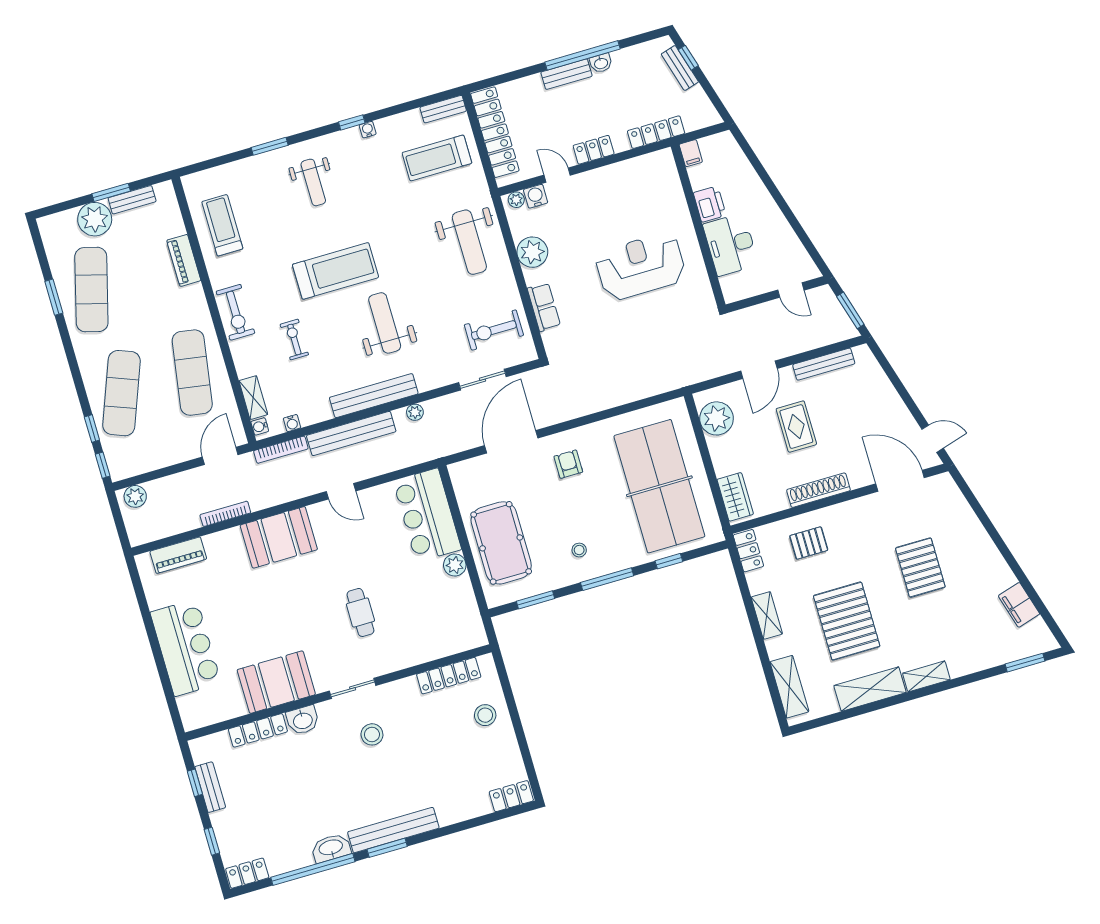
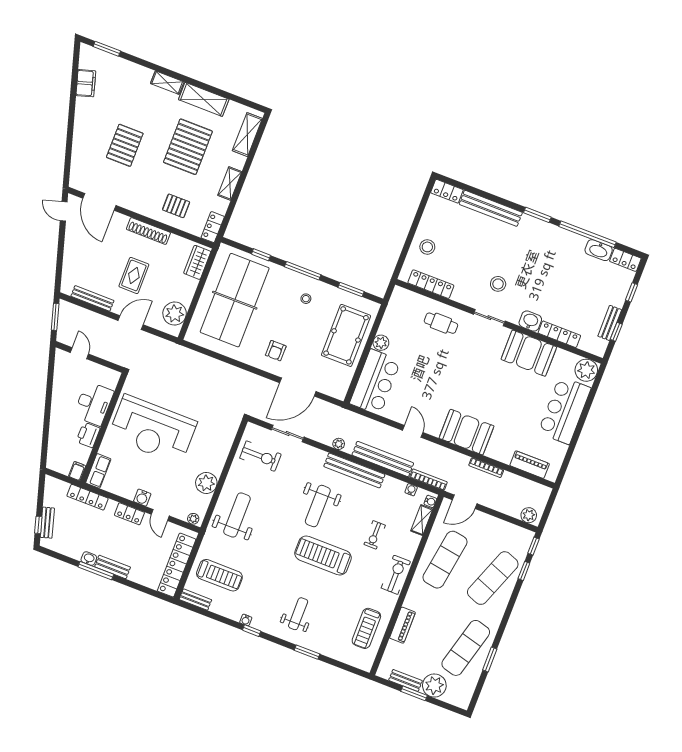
window: (583, 55) -> (96, 571), width x0.68
water cooler: (536, 196) -> (142, 498), moved
reception desk: (641, 266) -> (153, 430), width x1.36, depth x1.30
row of seats: (544, 307) -> (98, 471), moved, turned 180
cafe table: (360, 612) -> (441, 323), moved, turned 90
plant: (196, 713) -> (586, 370), added
bench: (393, 830) -> (491, 208), moved
washbasin: (331, 848) -> (599, 250), moved

